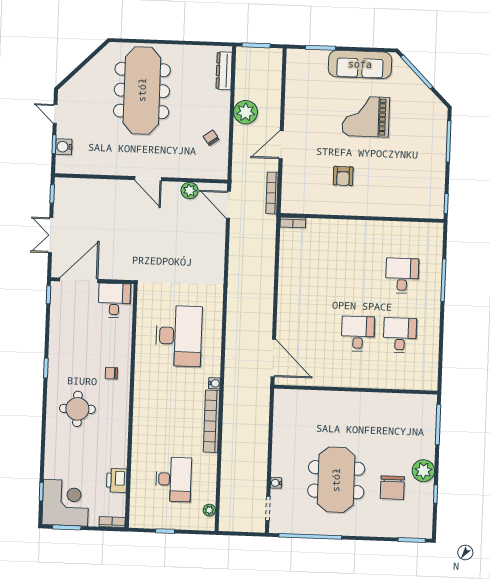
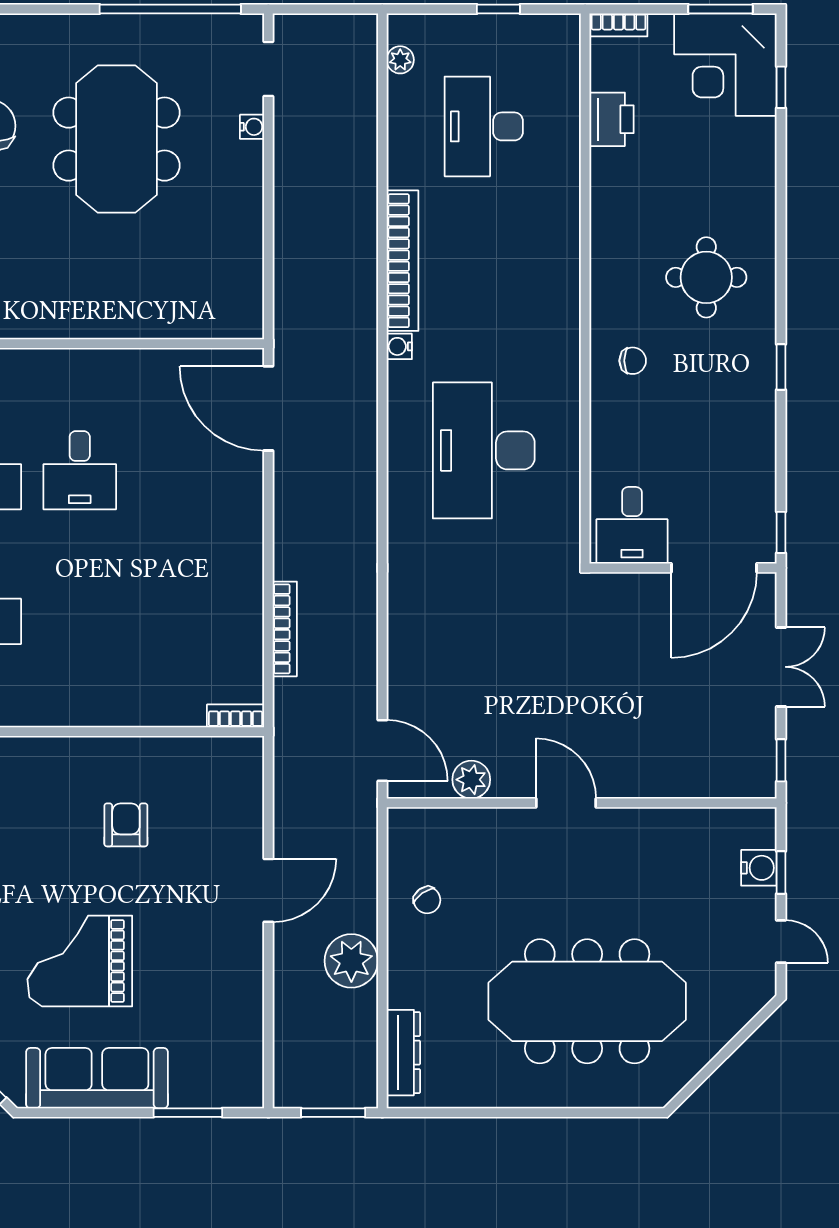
meeting table: (142, 90) -> (587, 1001), turned 90
grand piano: (366, 117) -> (80, 961), turned 180
bookcase: (272, 193) -> (285, 629), moved

